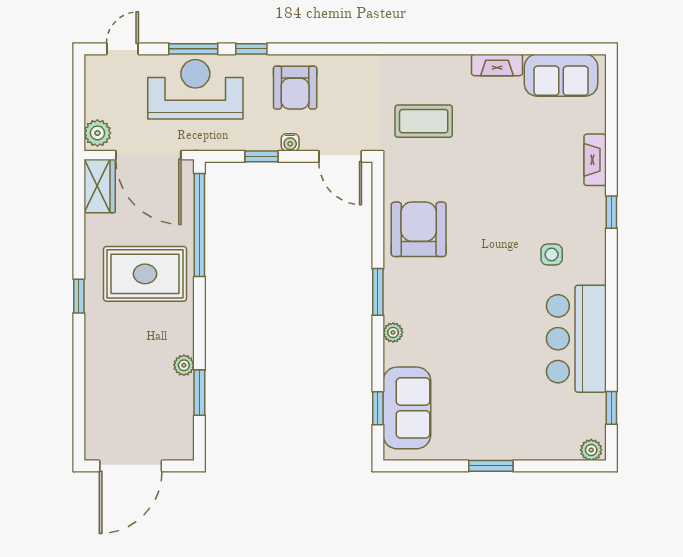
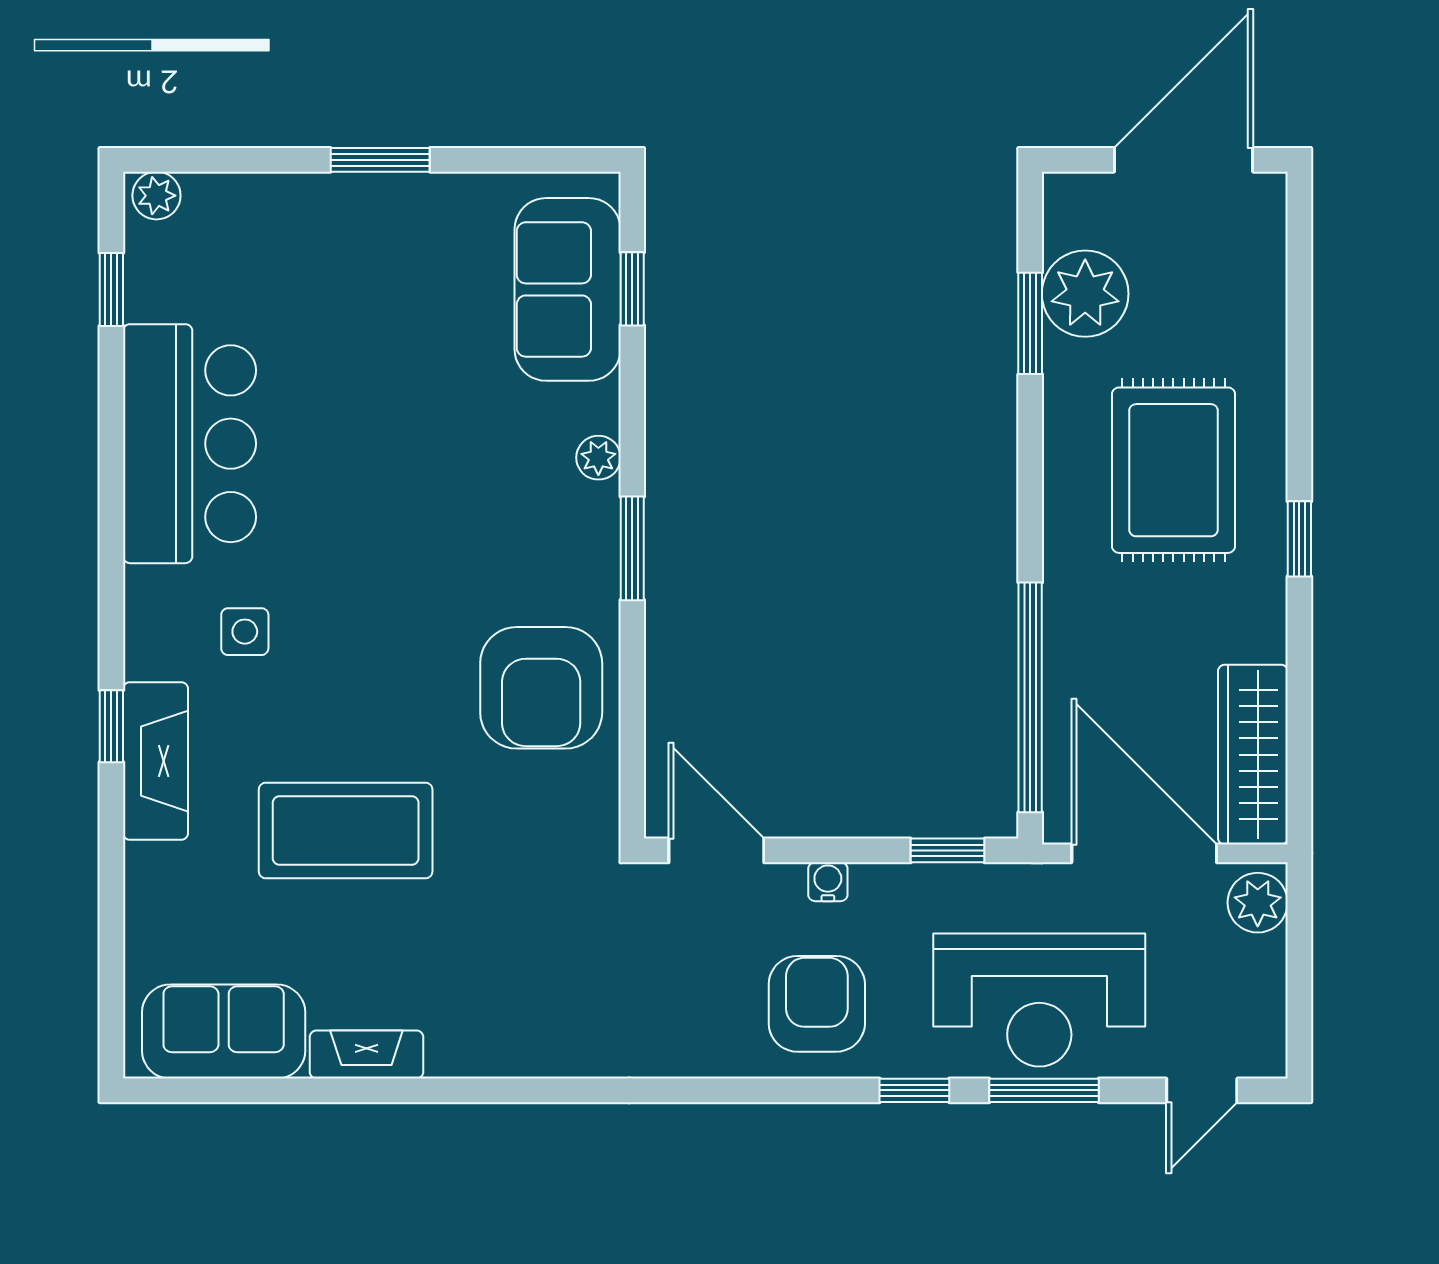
coffee table: (424, 121) -> (346, 830), moved, width x1.36, depth x1.32
window: (261, 156) -> (948, 850), moved
fireplace: (595, 160) -> (156, 761), moved, width x1.37, depth x1.32
wardrobe: (100, 186) -> (1253, 755), width x1.50
rug: (145, 274) -> (1173, 470), moved, turned 90
plant: (184, 365) -> (1085, 294), moved, width x1.88, depth x1.88

